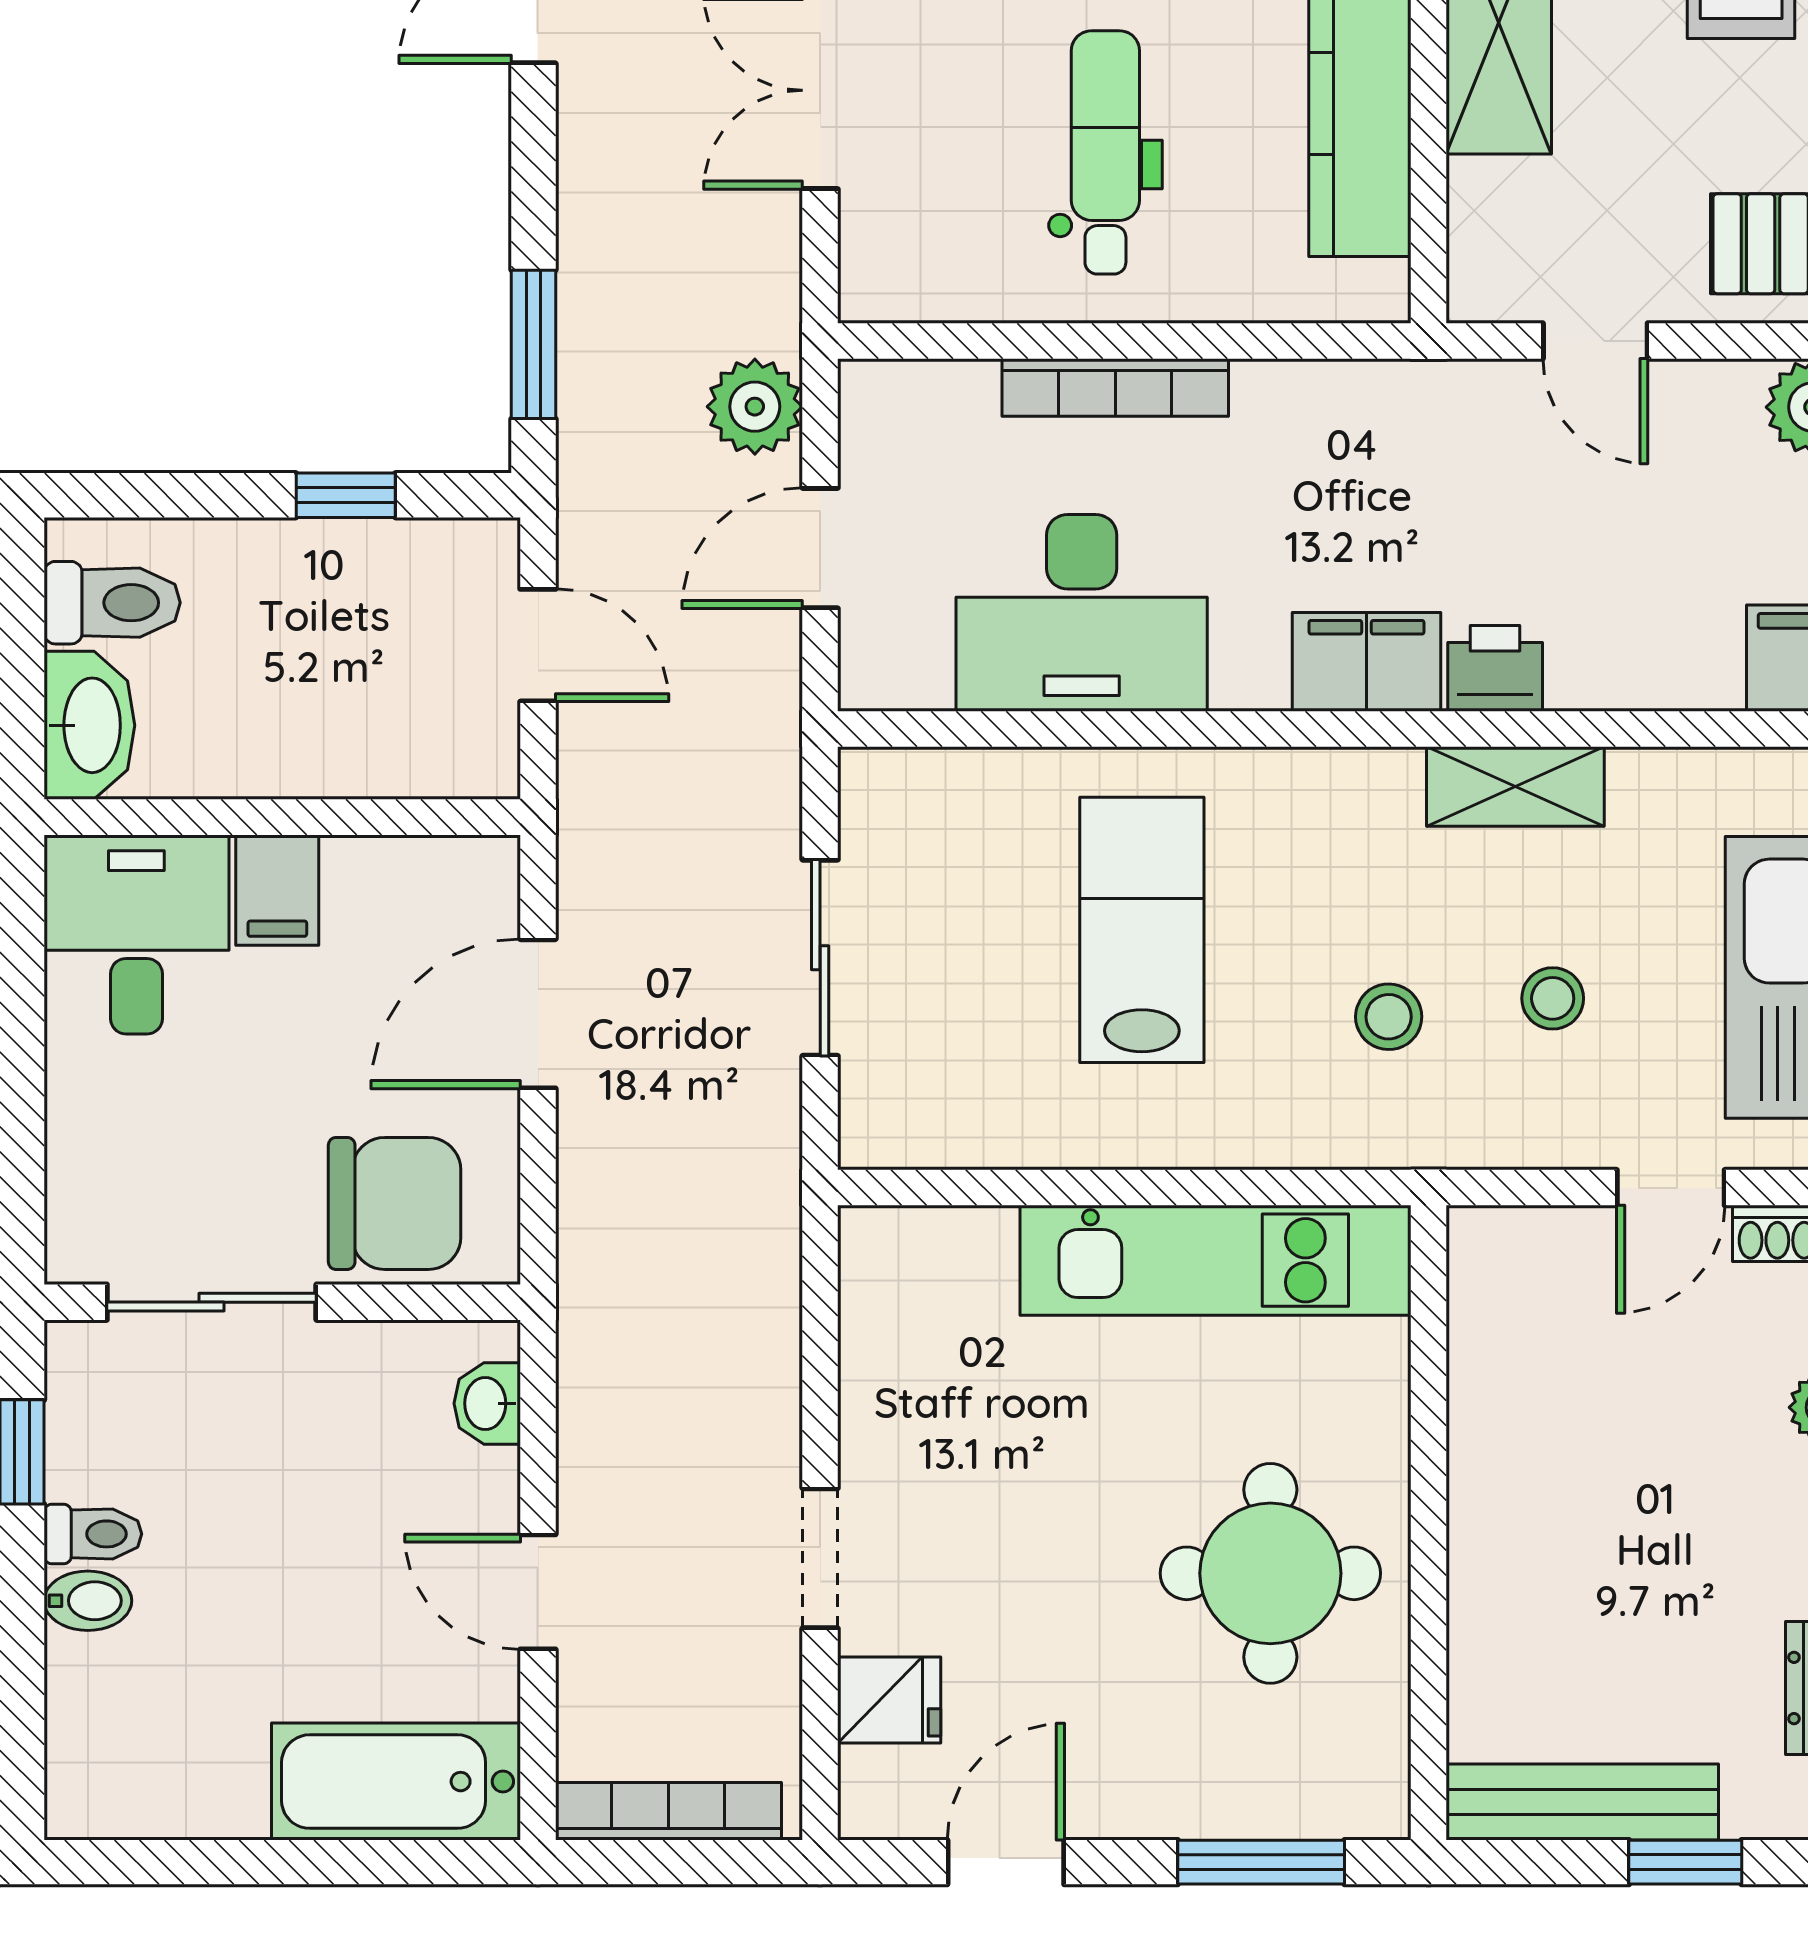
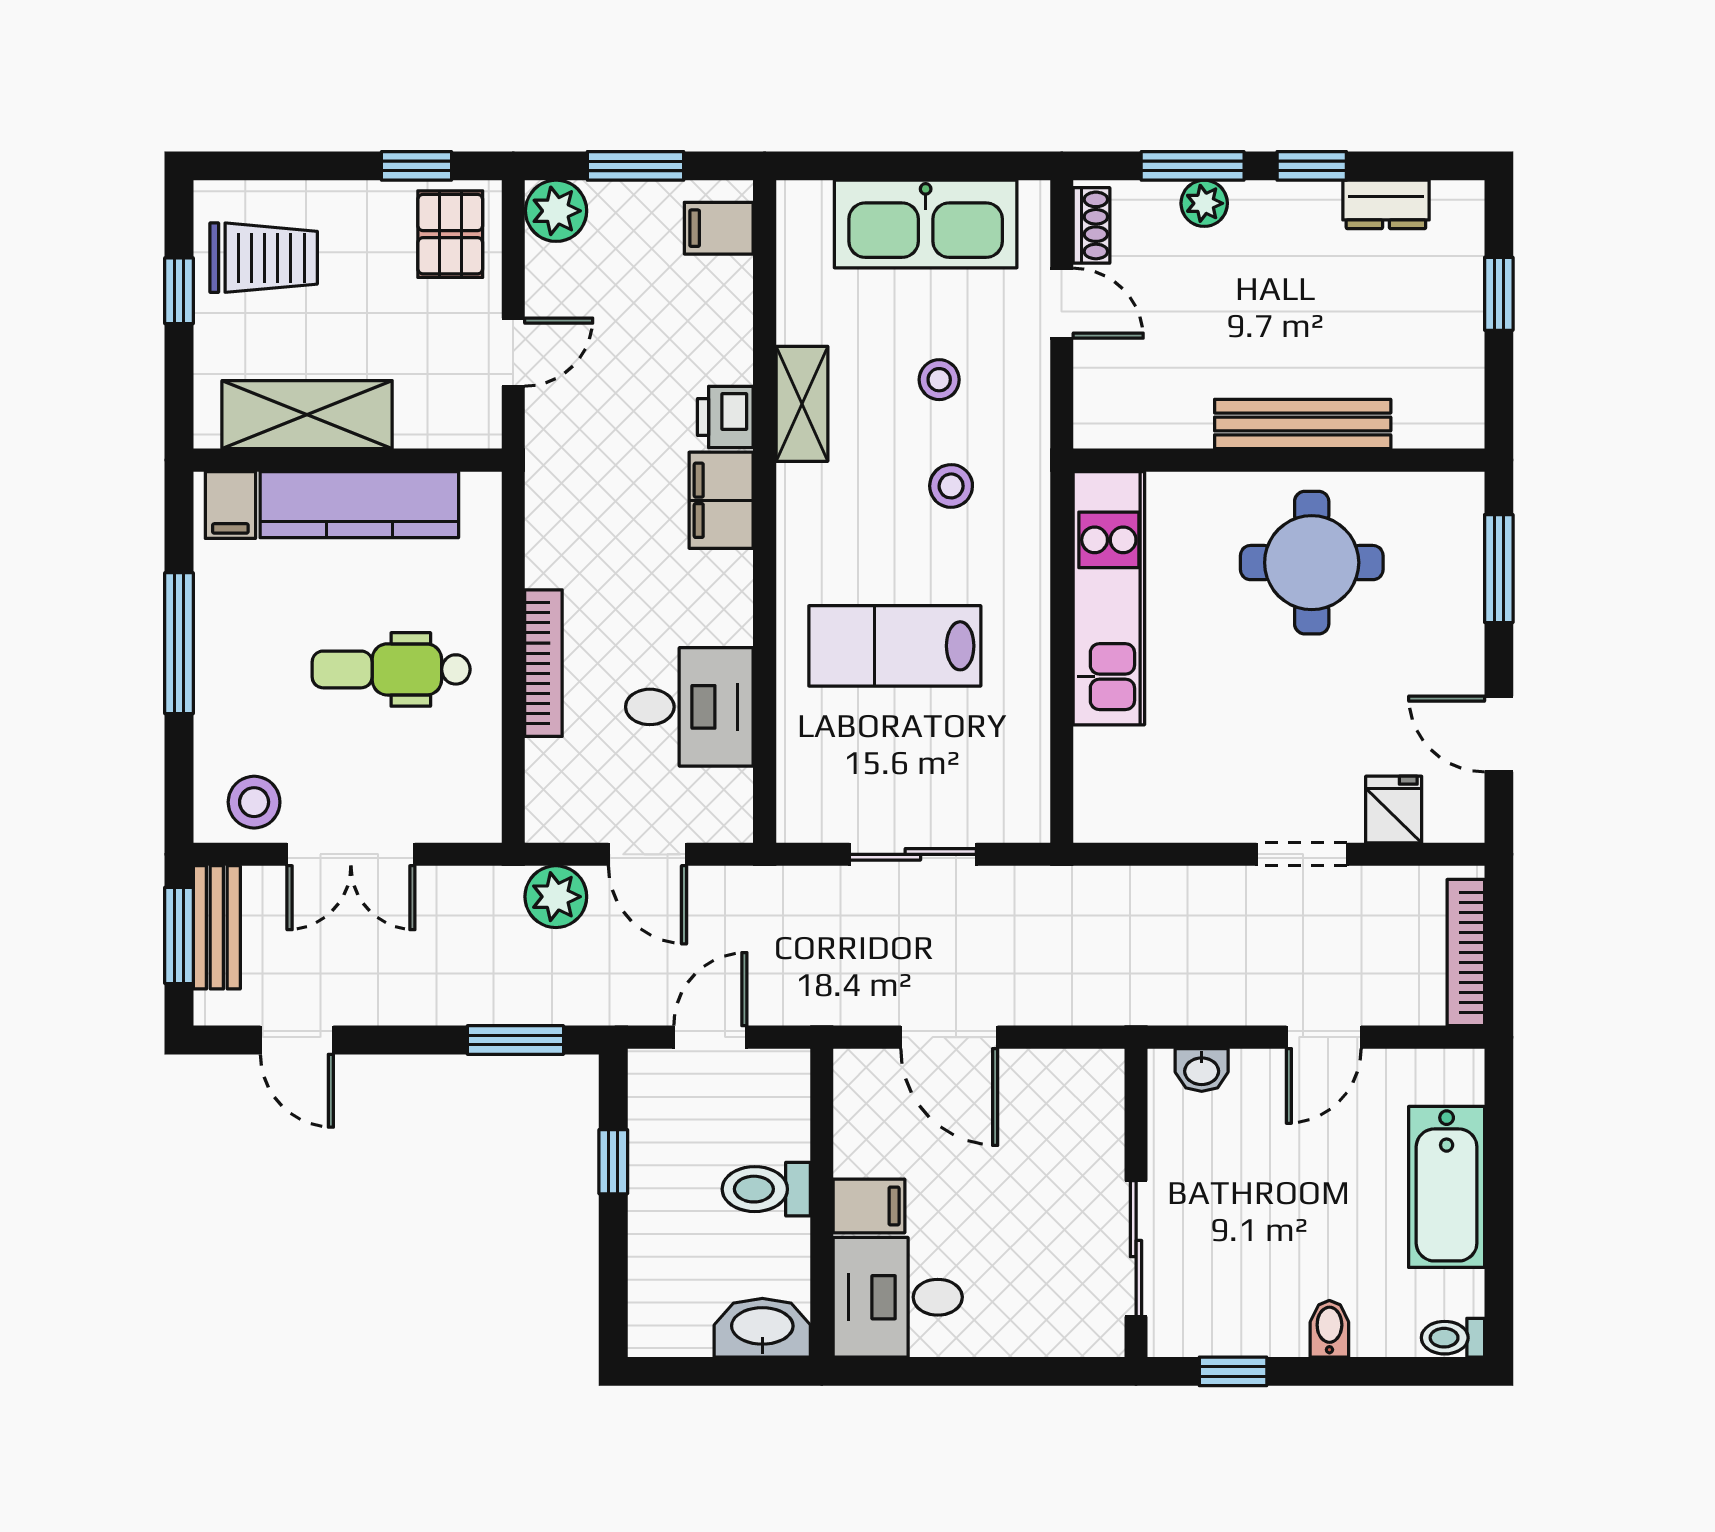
toilet: (112, 603) -> (766, 1189), moved, turned -90
desk: (1082, 613) -> (689, 707), width x0.73
chair: (395, 1203) -> (1072, 1130), removed
toilet: (93, 1534) -> (1453, 1338), moved, turned -90
bathtub: (396, 1782) -> (1447, 1187), moved
bench: (1582, 1802) -> (1303, 424), moved, turned 90

